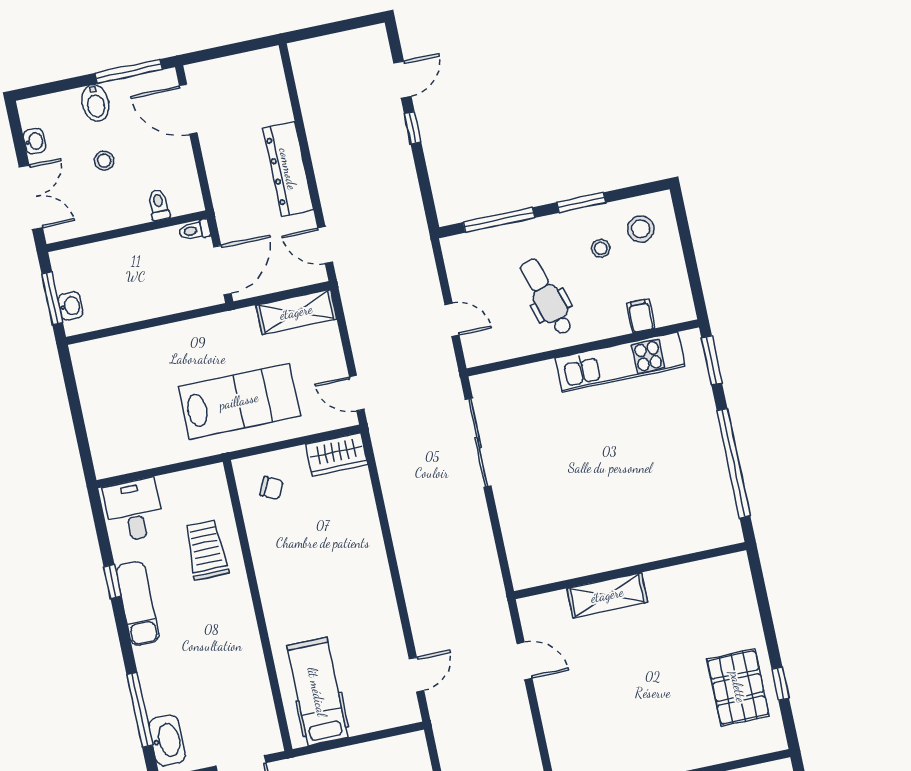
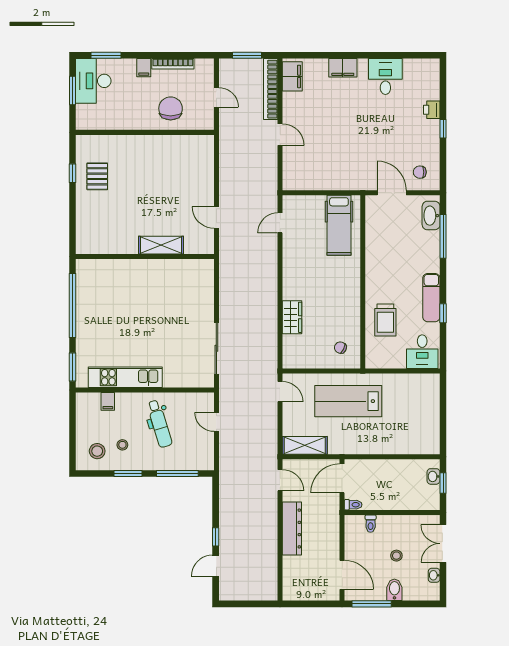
window: (52, 298) -> (443, 483), width x0.67
wardrobe: (337, 454) -> (292, 317), moved, turned 90
pallet: (738, 687) -> (97, 176), width x0.67, depth x0.71

